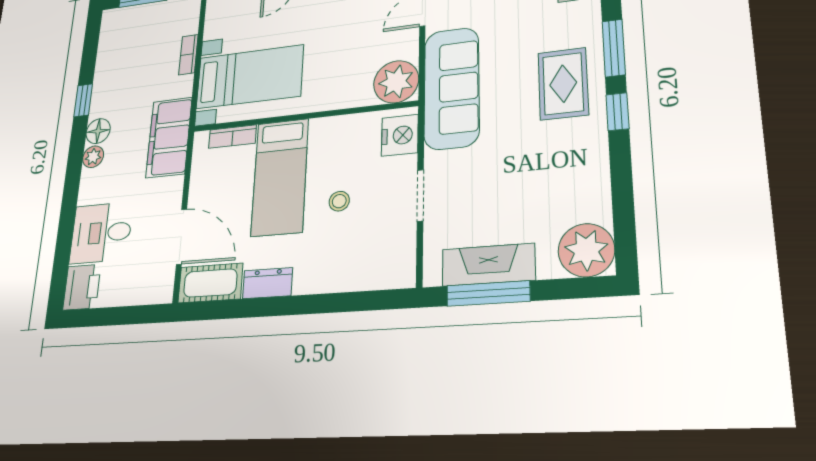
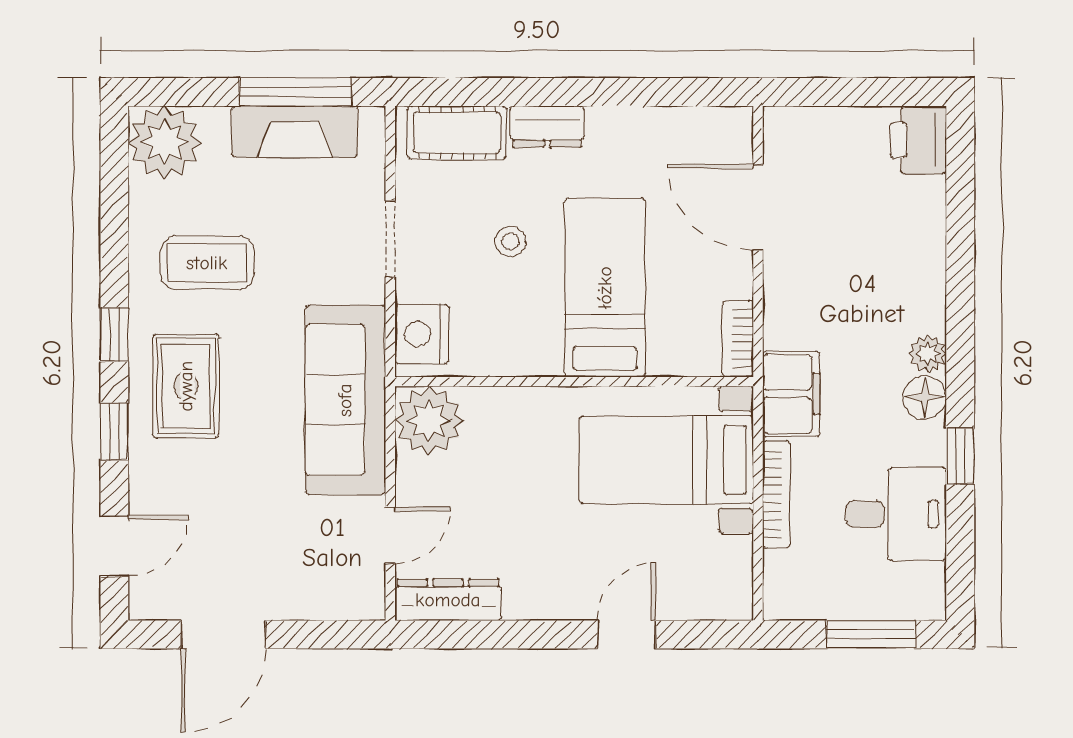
window: (614, 48) -> (114, 432), width x0.67
bookcase: (188, 55) -> (776, 494), width x1.56
bookcase: (232, 136) -> (738, 339), moved, turned -90
filing cabinet: (169, 137) -> (791, 394), width x0.67, depth x0.86
coffee table: (551, 167) -> (207, 263), added
desk: (101, 233) -> (896, 514), moved
cot: (210, 283) -> (457, 133), moved
dresser: (268, 283) -> (547, 127), moved

